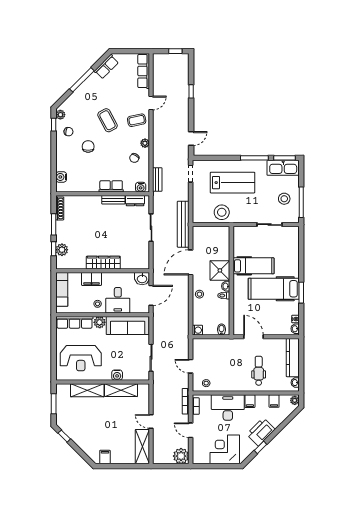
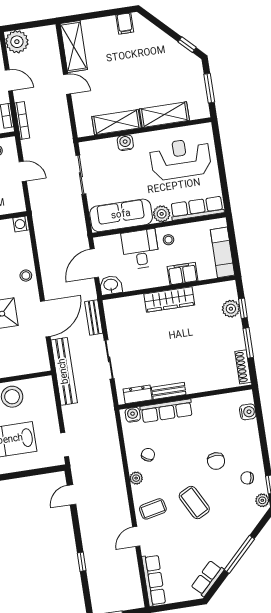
bench: (157, 179) -> (94, 317), moved
row of seats: (111, 186) -> (167, 411), width x1.48

